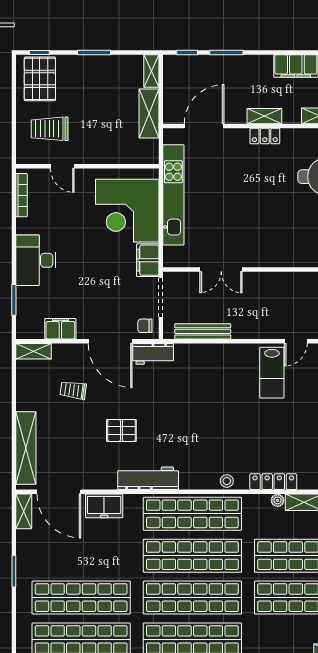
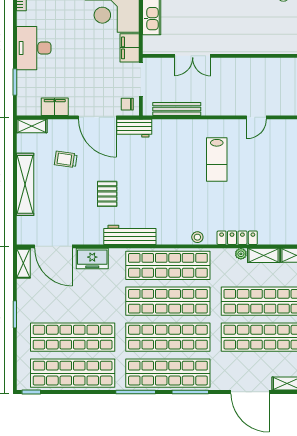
lab bench: (272, 373) -> (217, 159), moved
pallet: (121, 430) -> (107, 194), turned 90
shelving: (26, 448) -> (25, 184), moved

